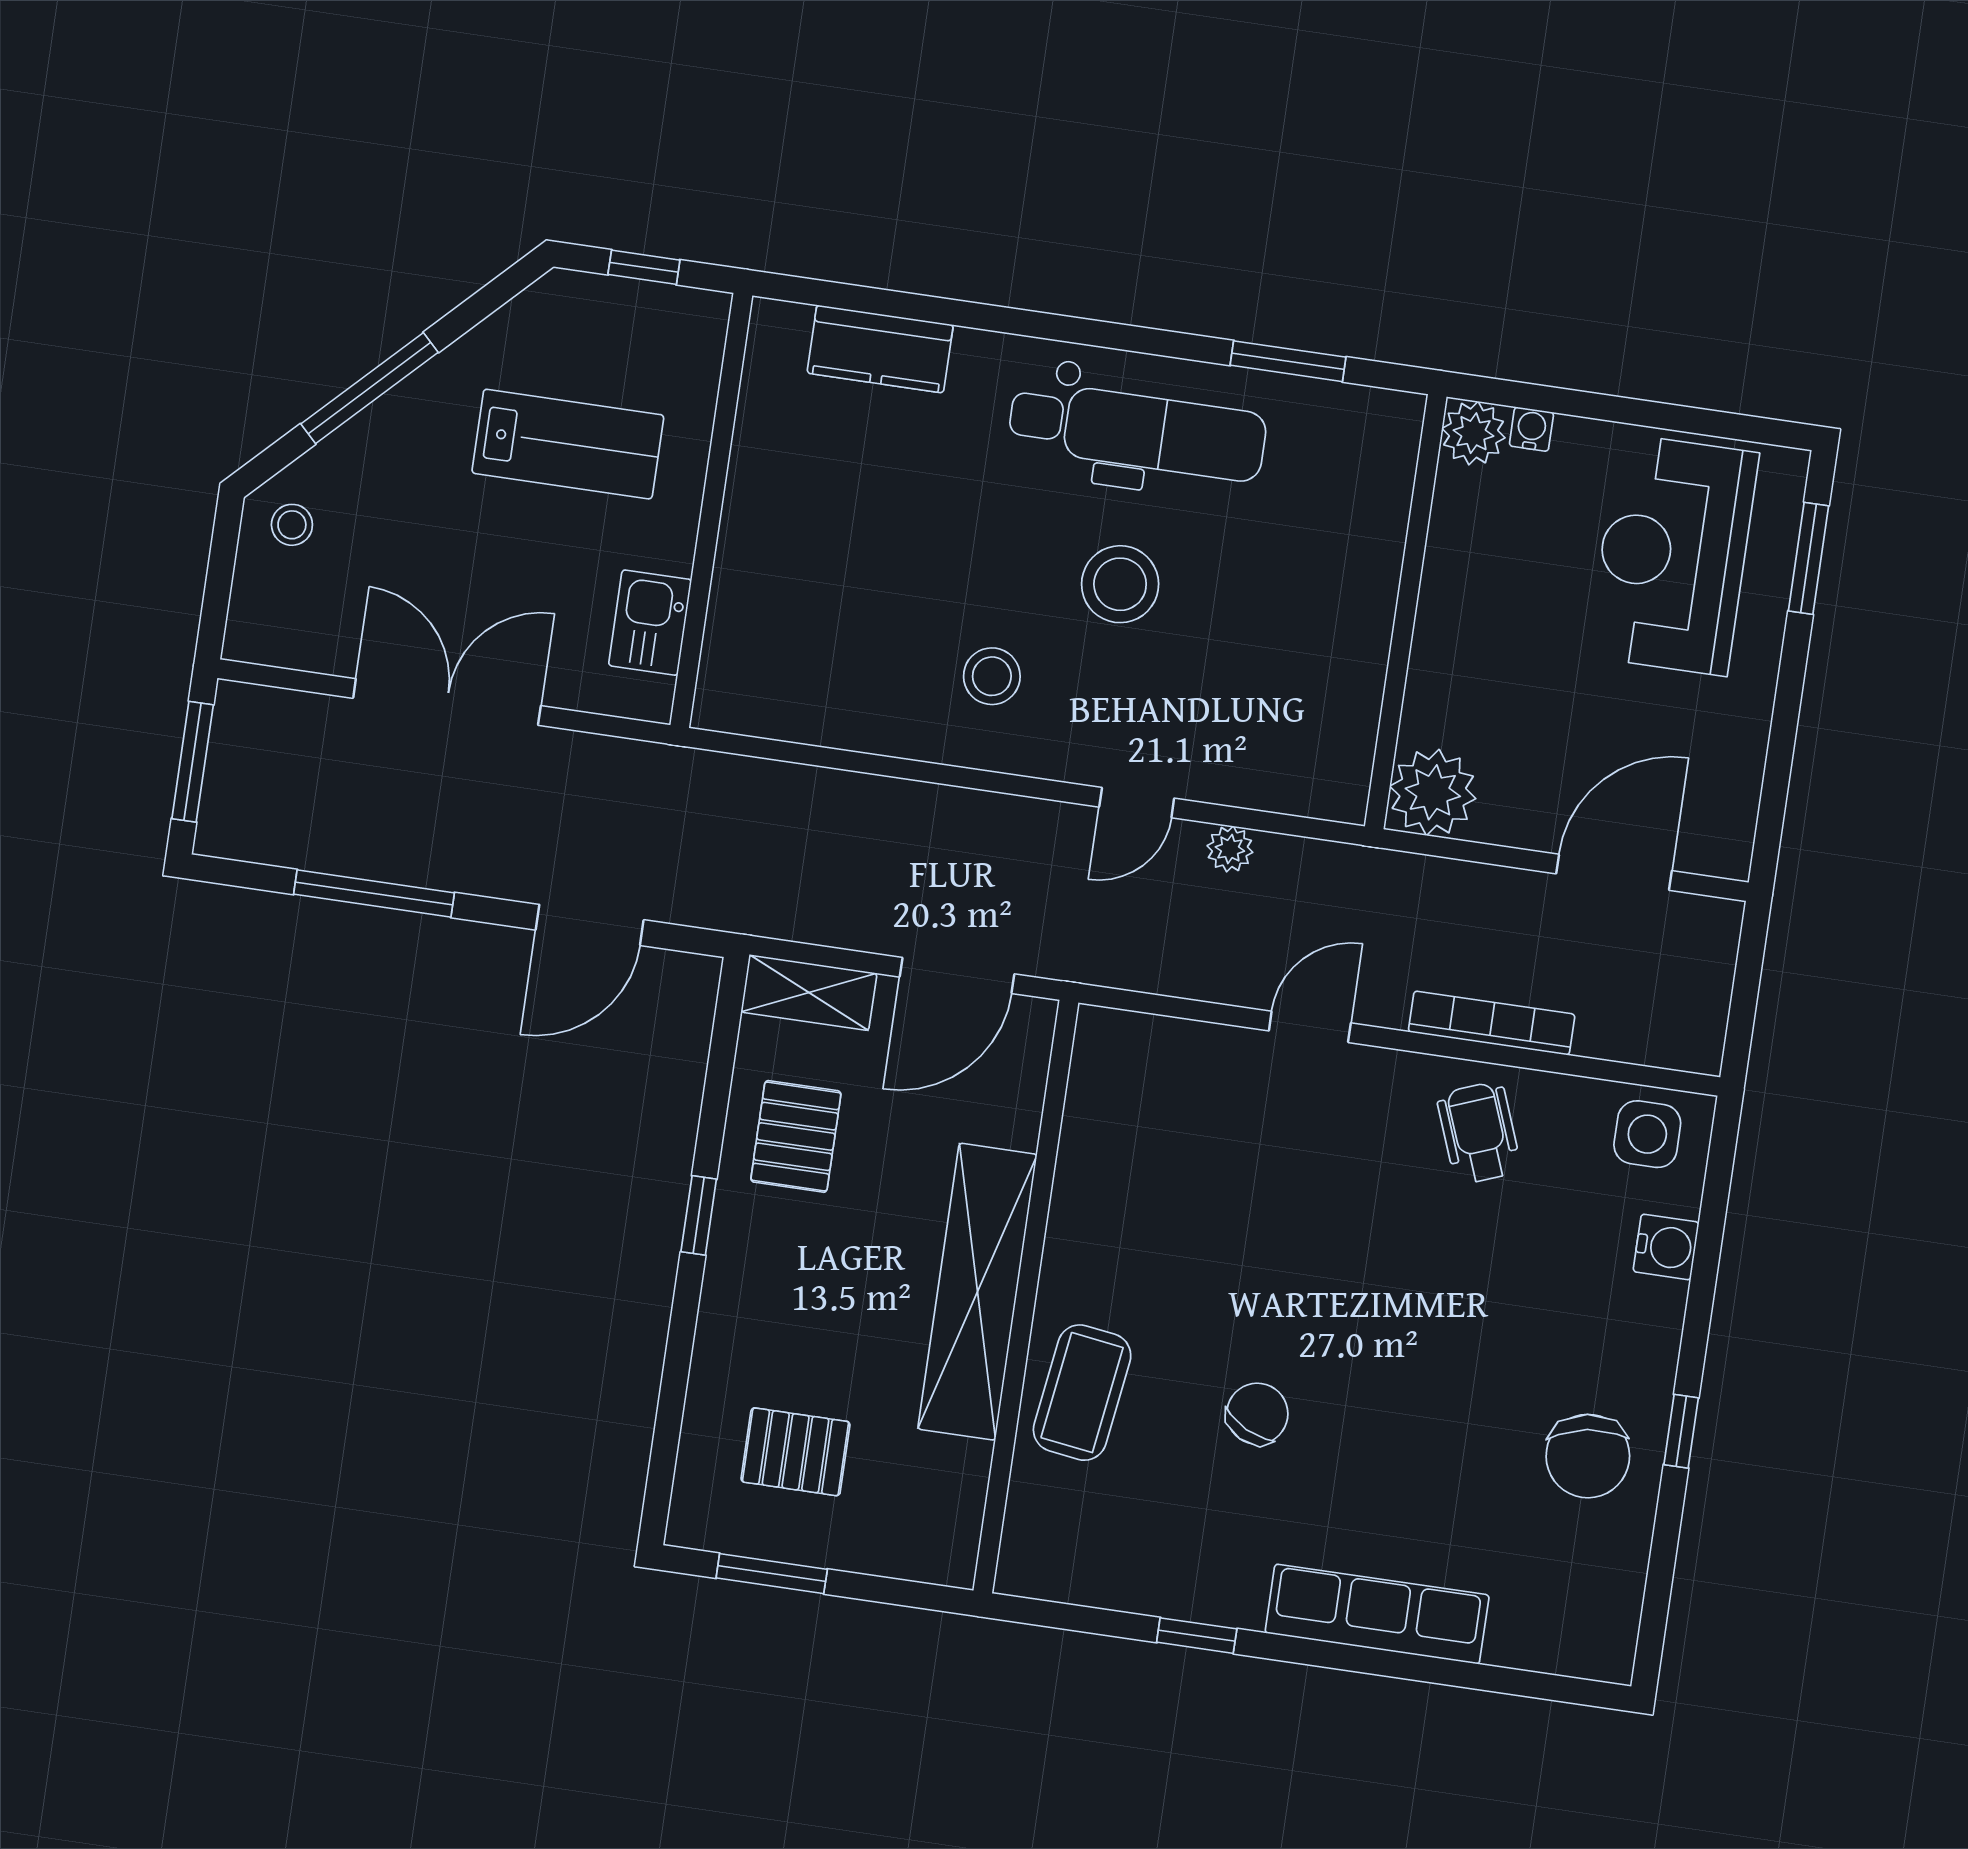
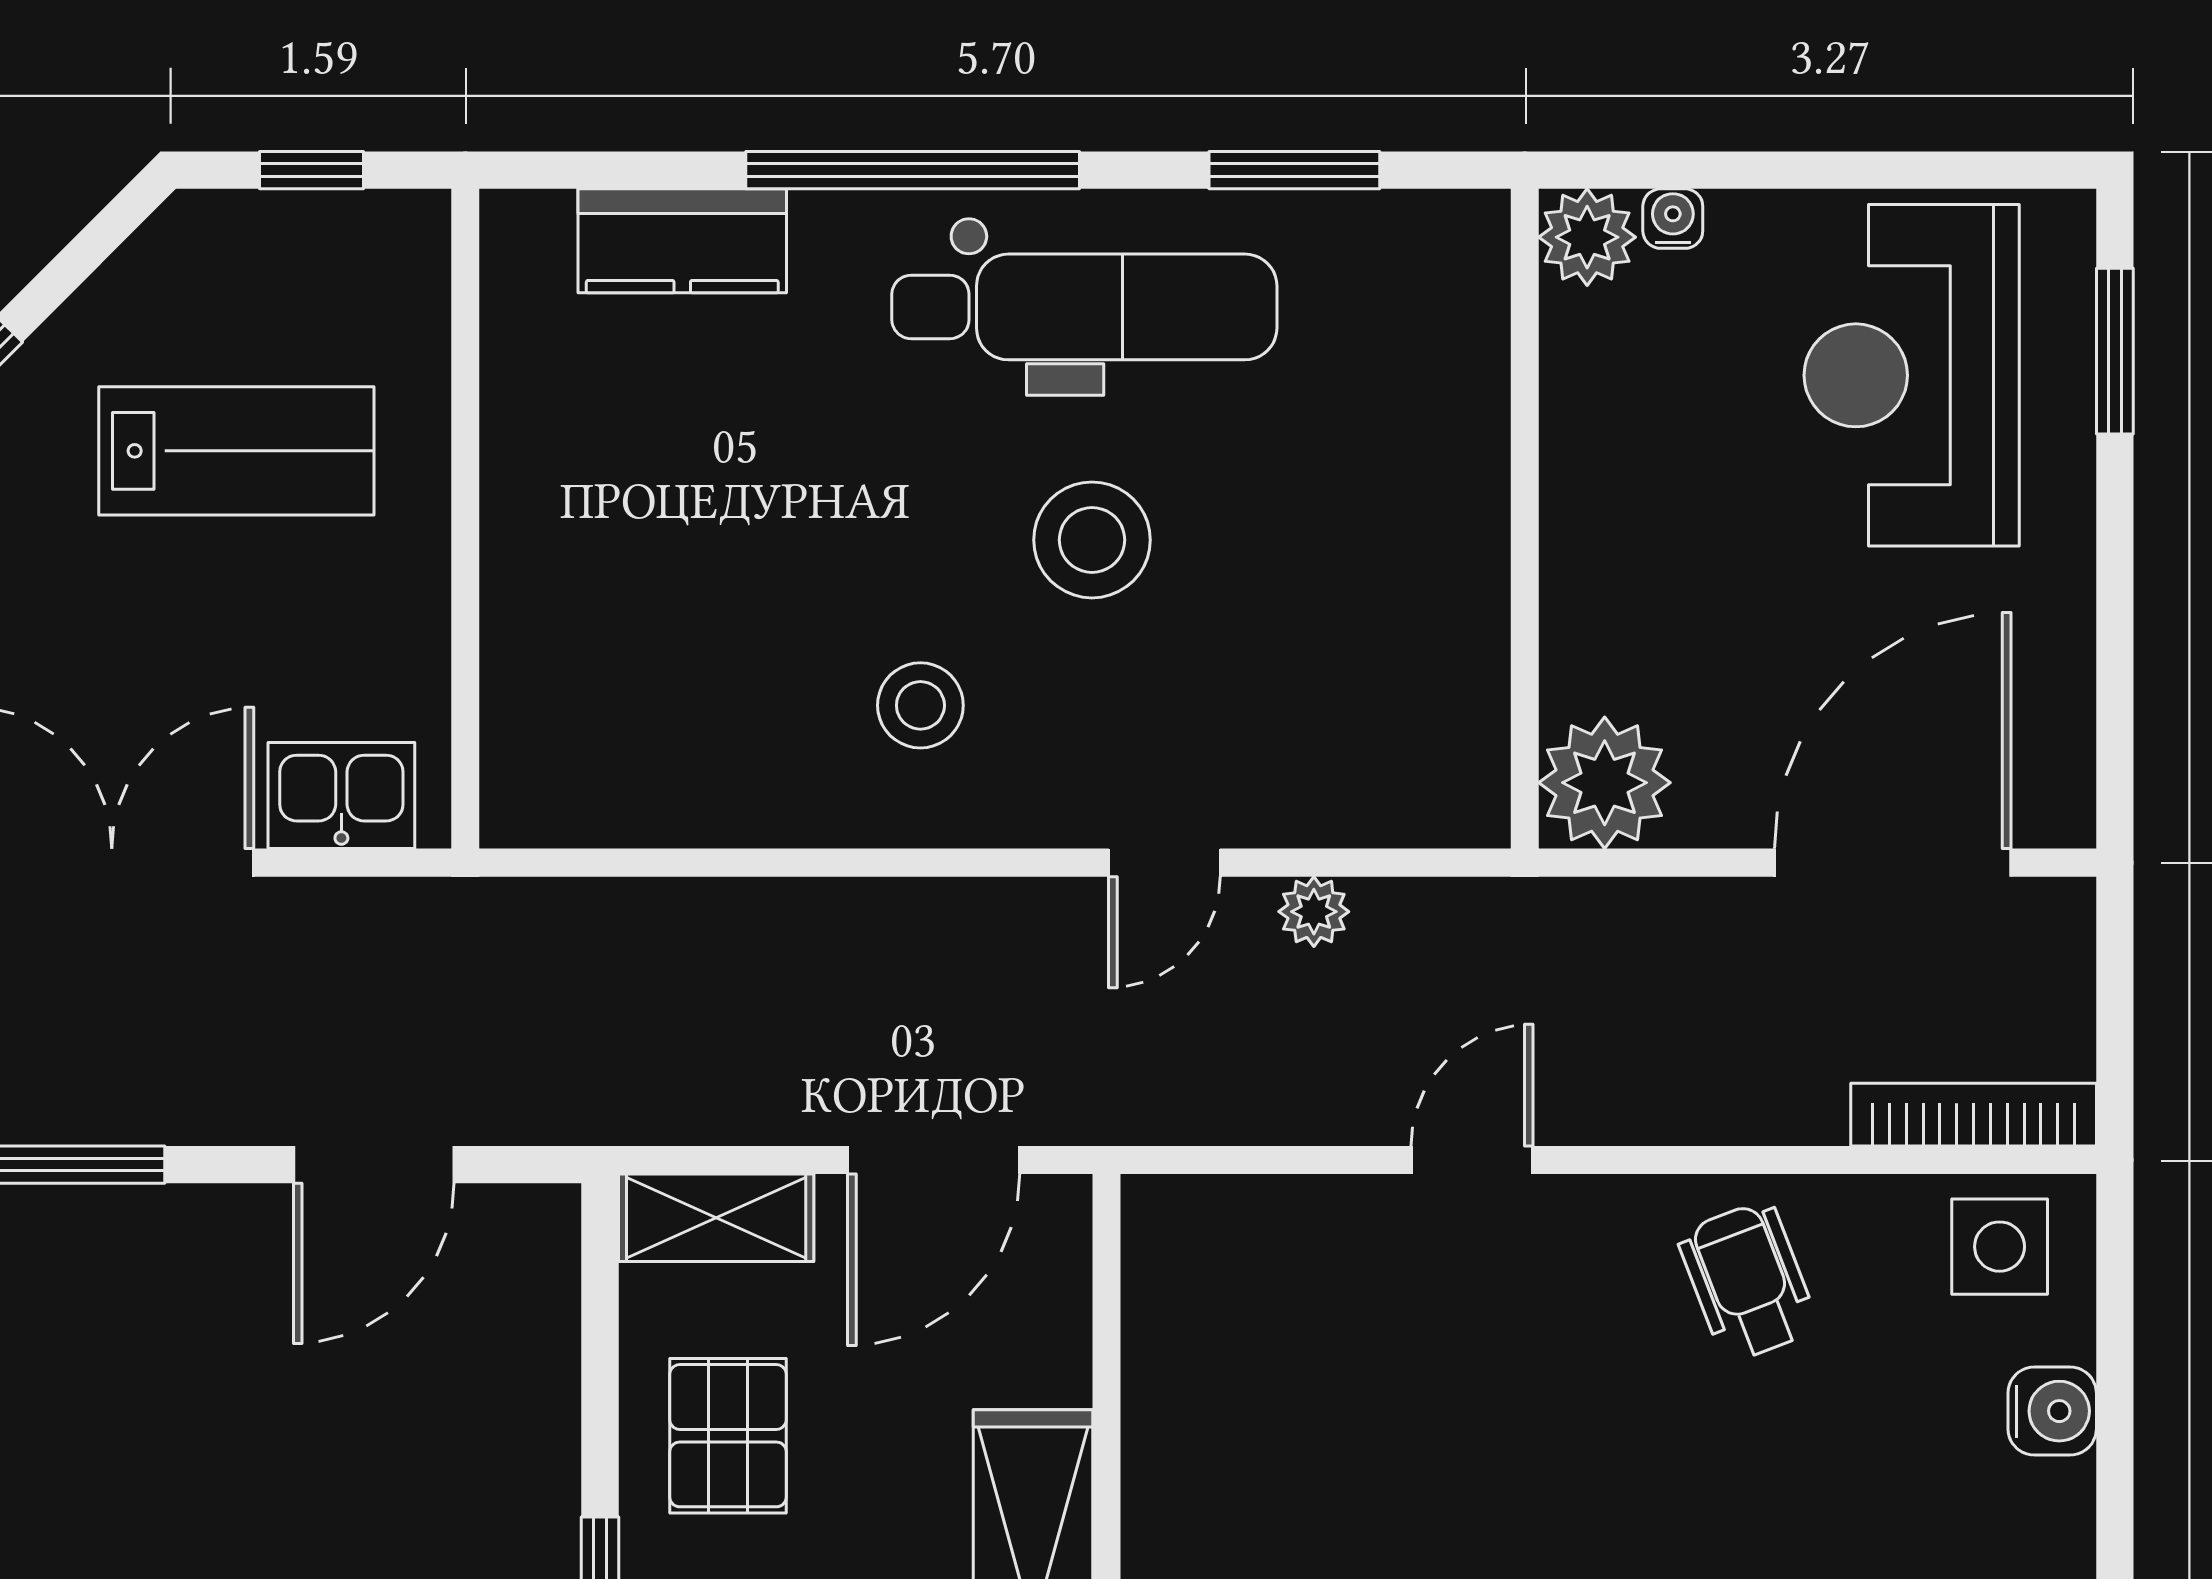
window: (1038, 325) -> (913, 170), added
kitchen sink: (650, 623) -> (341, 796), moved, turned 90
door: (1614, 872) -> (1893, 863), width x1.36
bookcase: (1492, 1023) -> (1974, 1115), moved

